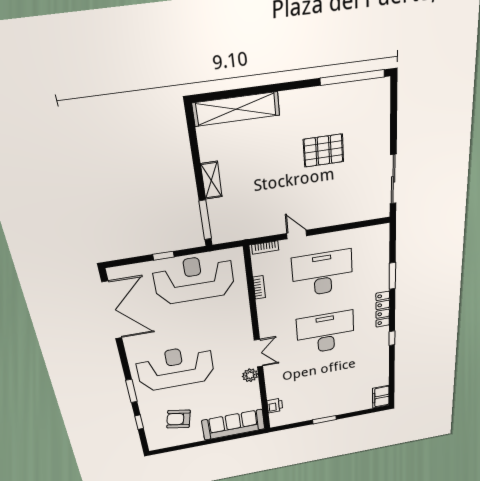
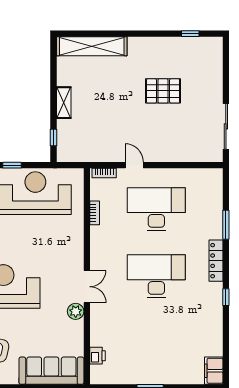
window: (352, 77) -> (190, 34), width x0.32
window: (205, 220) -> (54, 137), width x0.46

